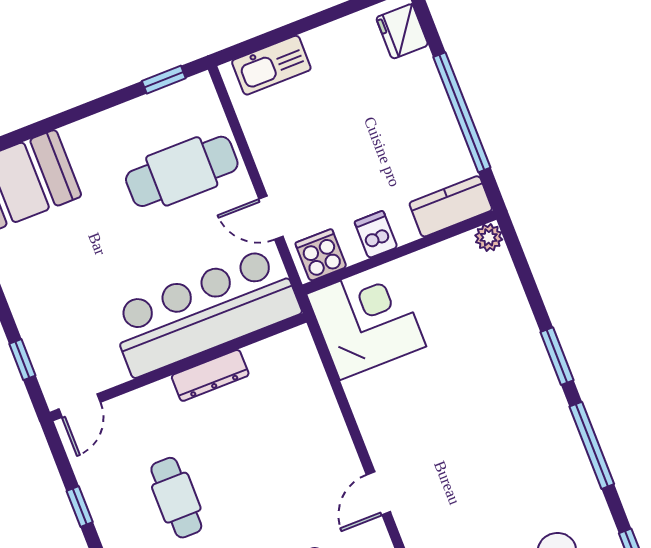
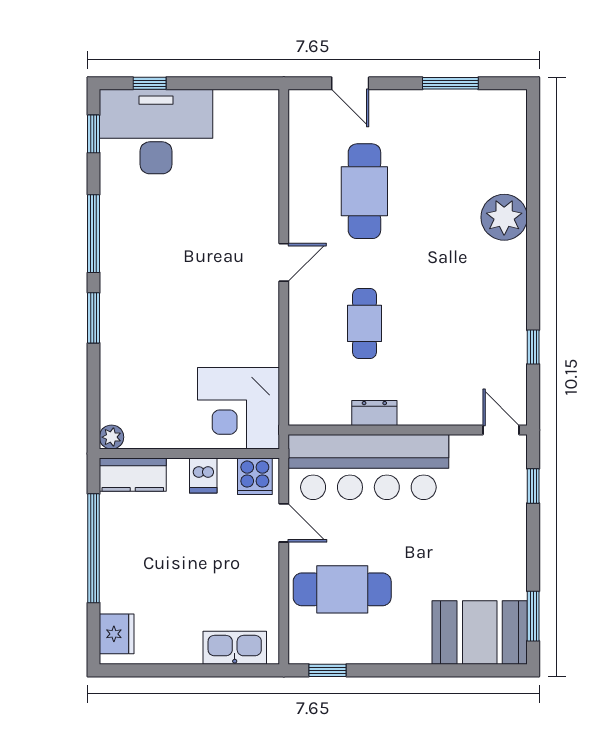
dresser: (210, 375) -> (374, 413), width x0.70
door: (80, 406) -> (501, 430), hinge flipped
cafe table: (176, 498) -> (364, 323), moved

